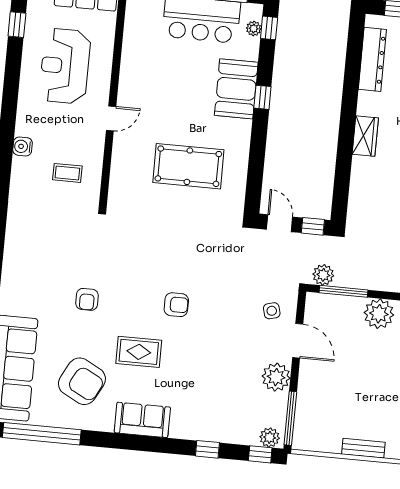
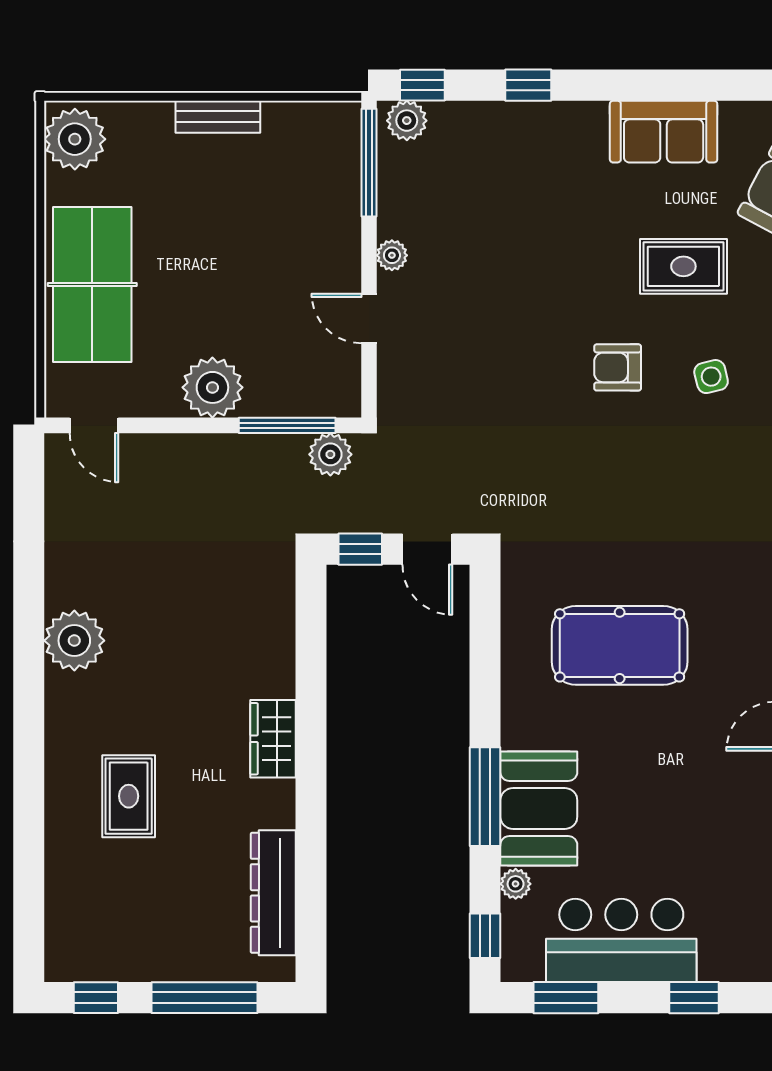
plant: (254, 28) -> (516, 884), moved
window: (262, 97) -> (485, 797), width x2.17
side table: (272, 311) -> (711, 377), moved
door: (298, 341) -> (369, 318), width x0.73
plant: (276, 377) -> (392, 255), width x0.53, depth x0.53

